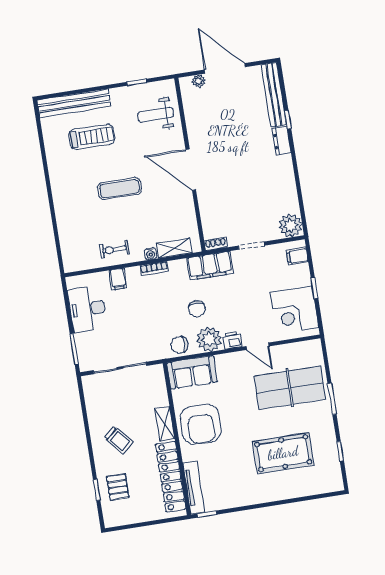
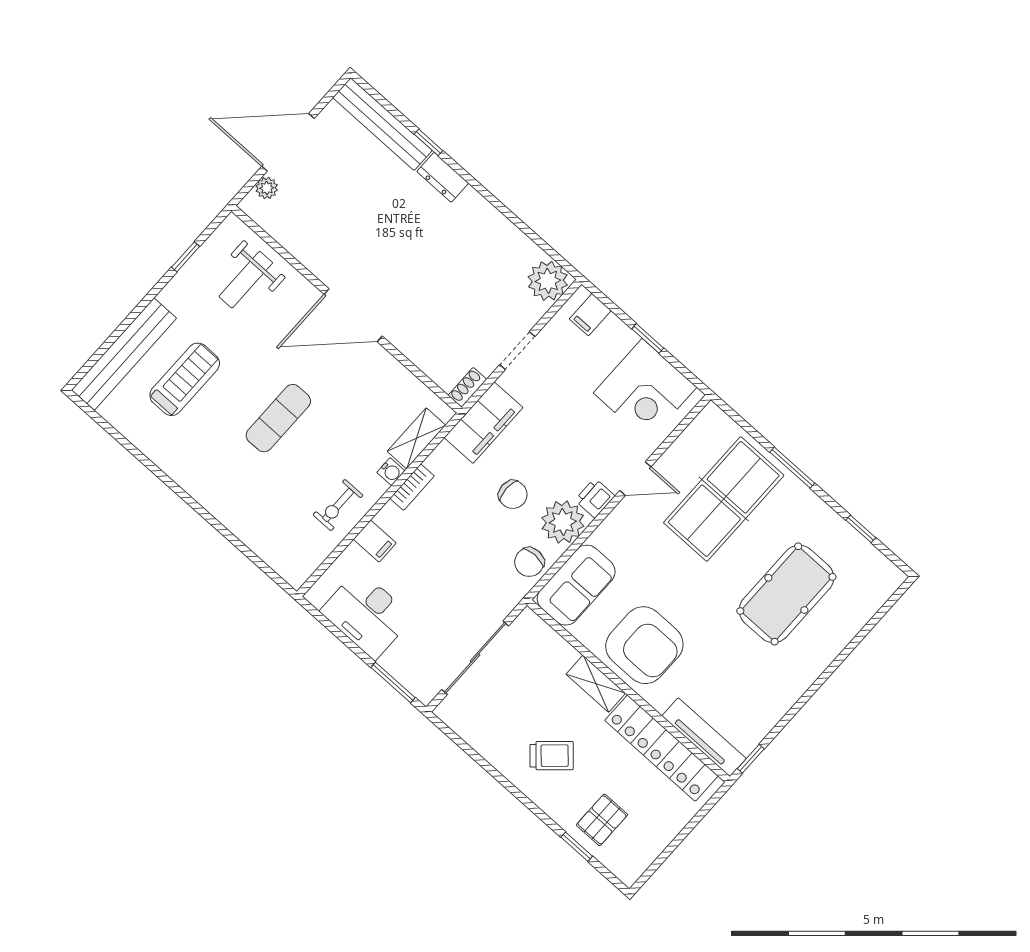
pallet: (118, 487) -> (602, 820), turned 90

